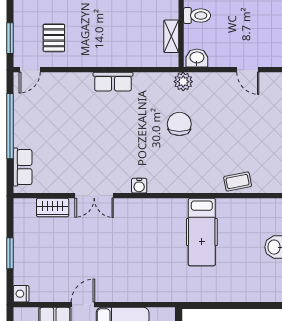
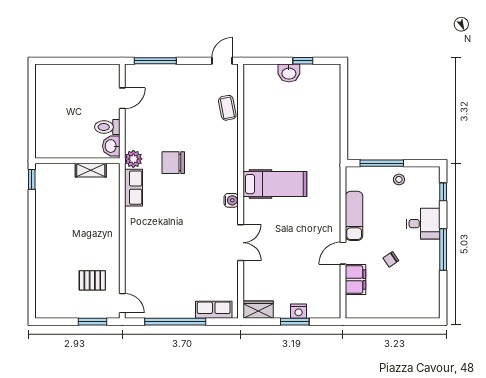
toilet: (197, 16) -> (107, 127), moved, turned -90
row of seats: (113, 82) -> (133, 188), moved
wardrobe: (53, 208) -> (258, 310), moved, turned -90
hospital bed: (202, 232) -> (275, 184), moved
nightstand: (21, 294) -> (299, 311), moved
door: (83, 305) -> (343, 253), hinge flipped

